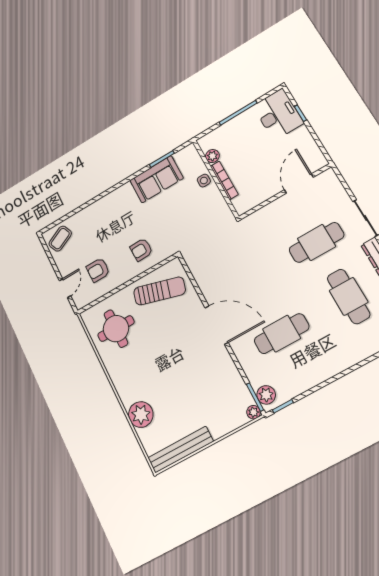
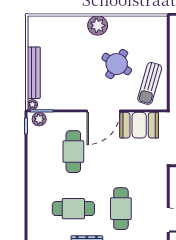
booth: (211, 276) -> (139, 125), added
round table: (116, 329) -> (117, 64), moved, turned 32
plant: (141, 414) -> (98, 25), moved
bench: (181, 450) -> (34, 73), moved

